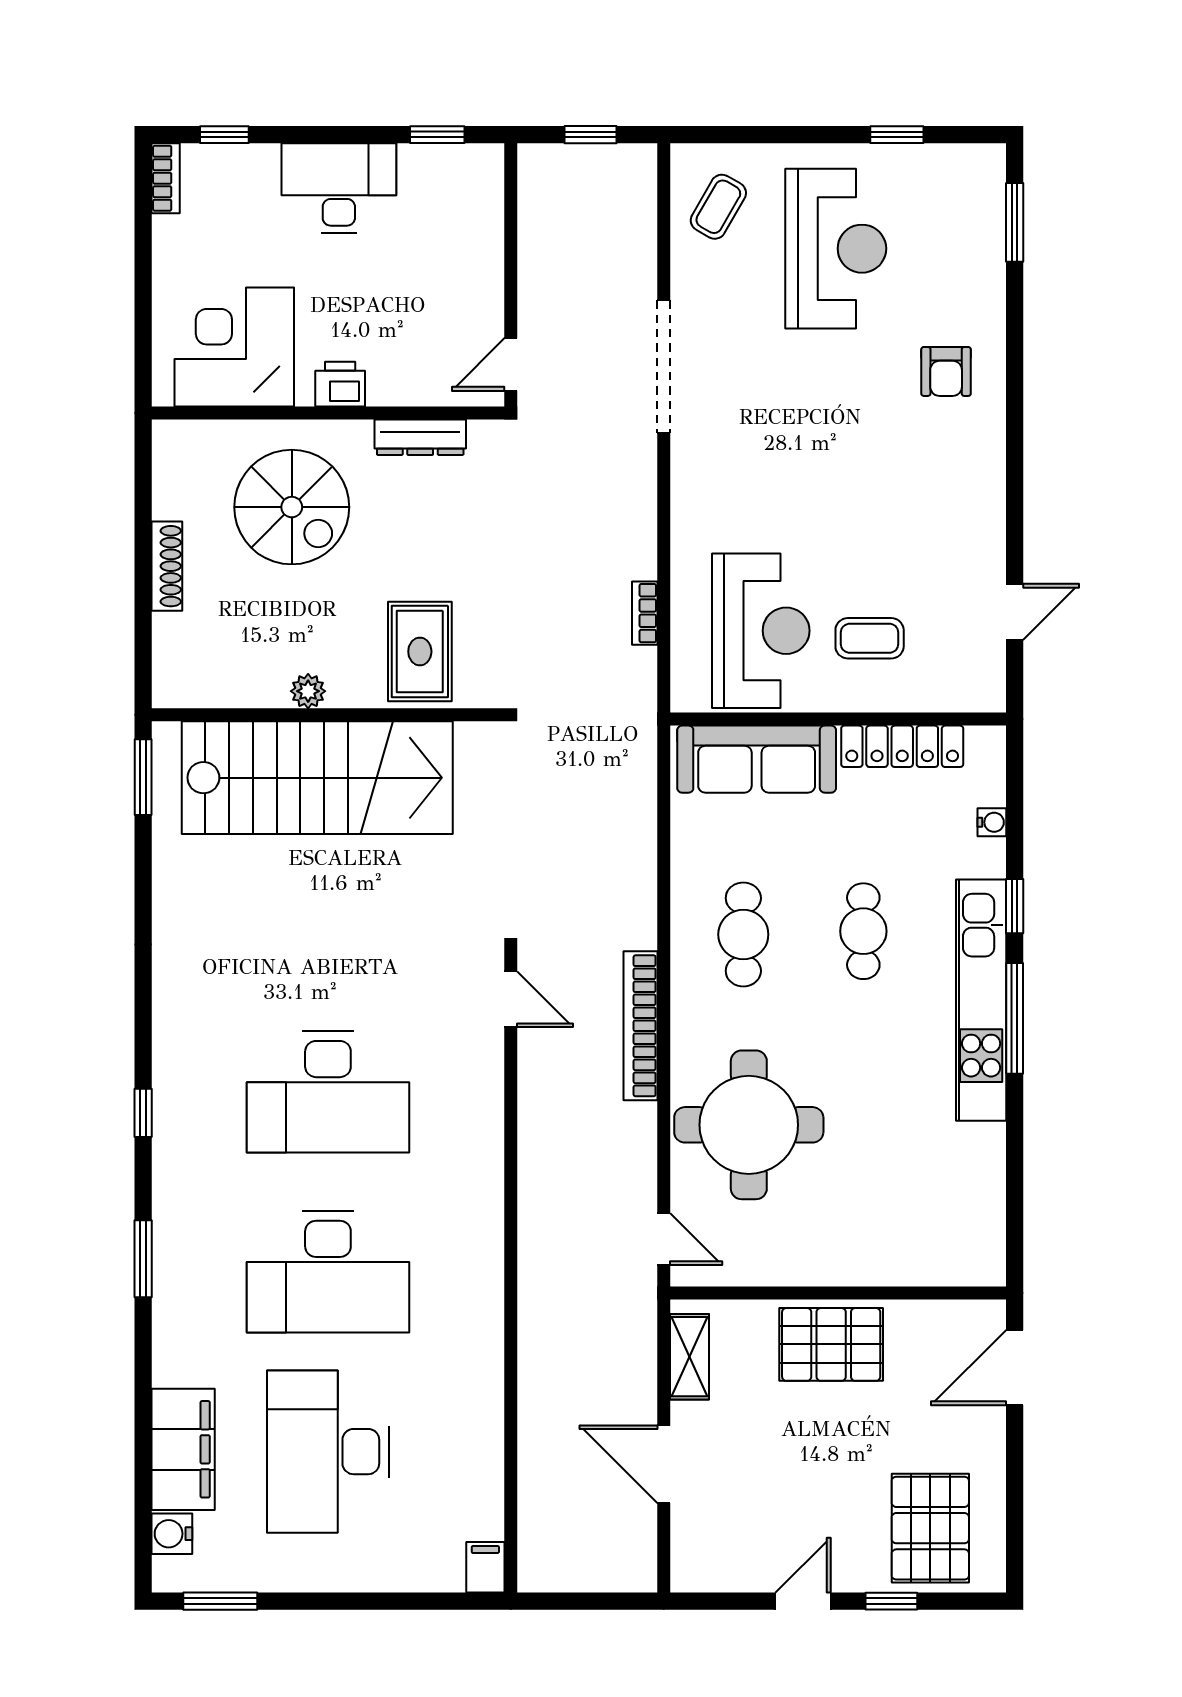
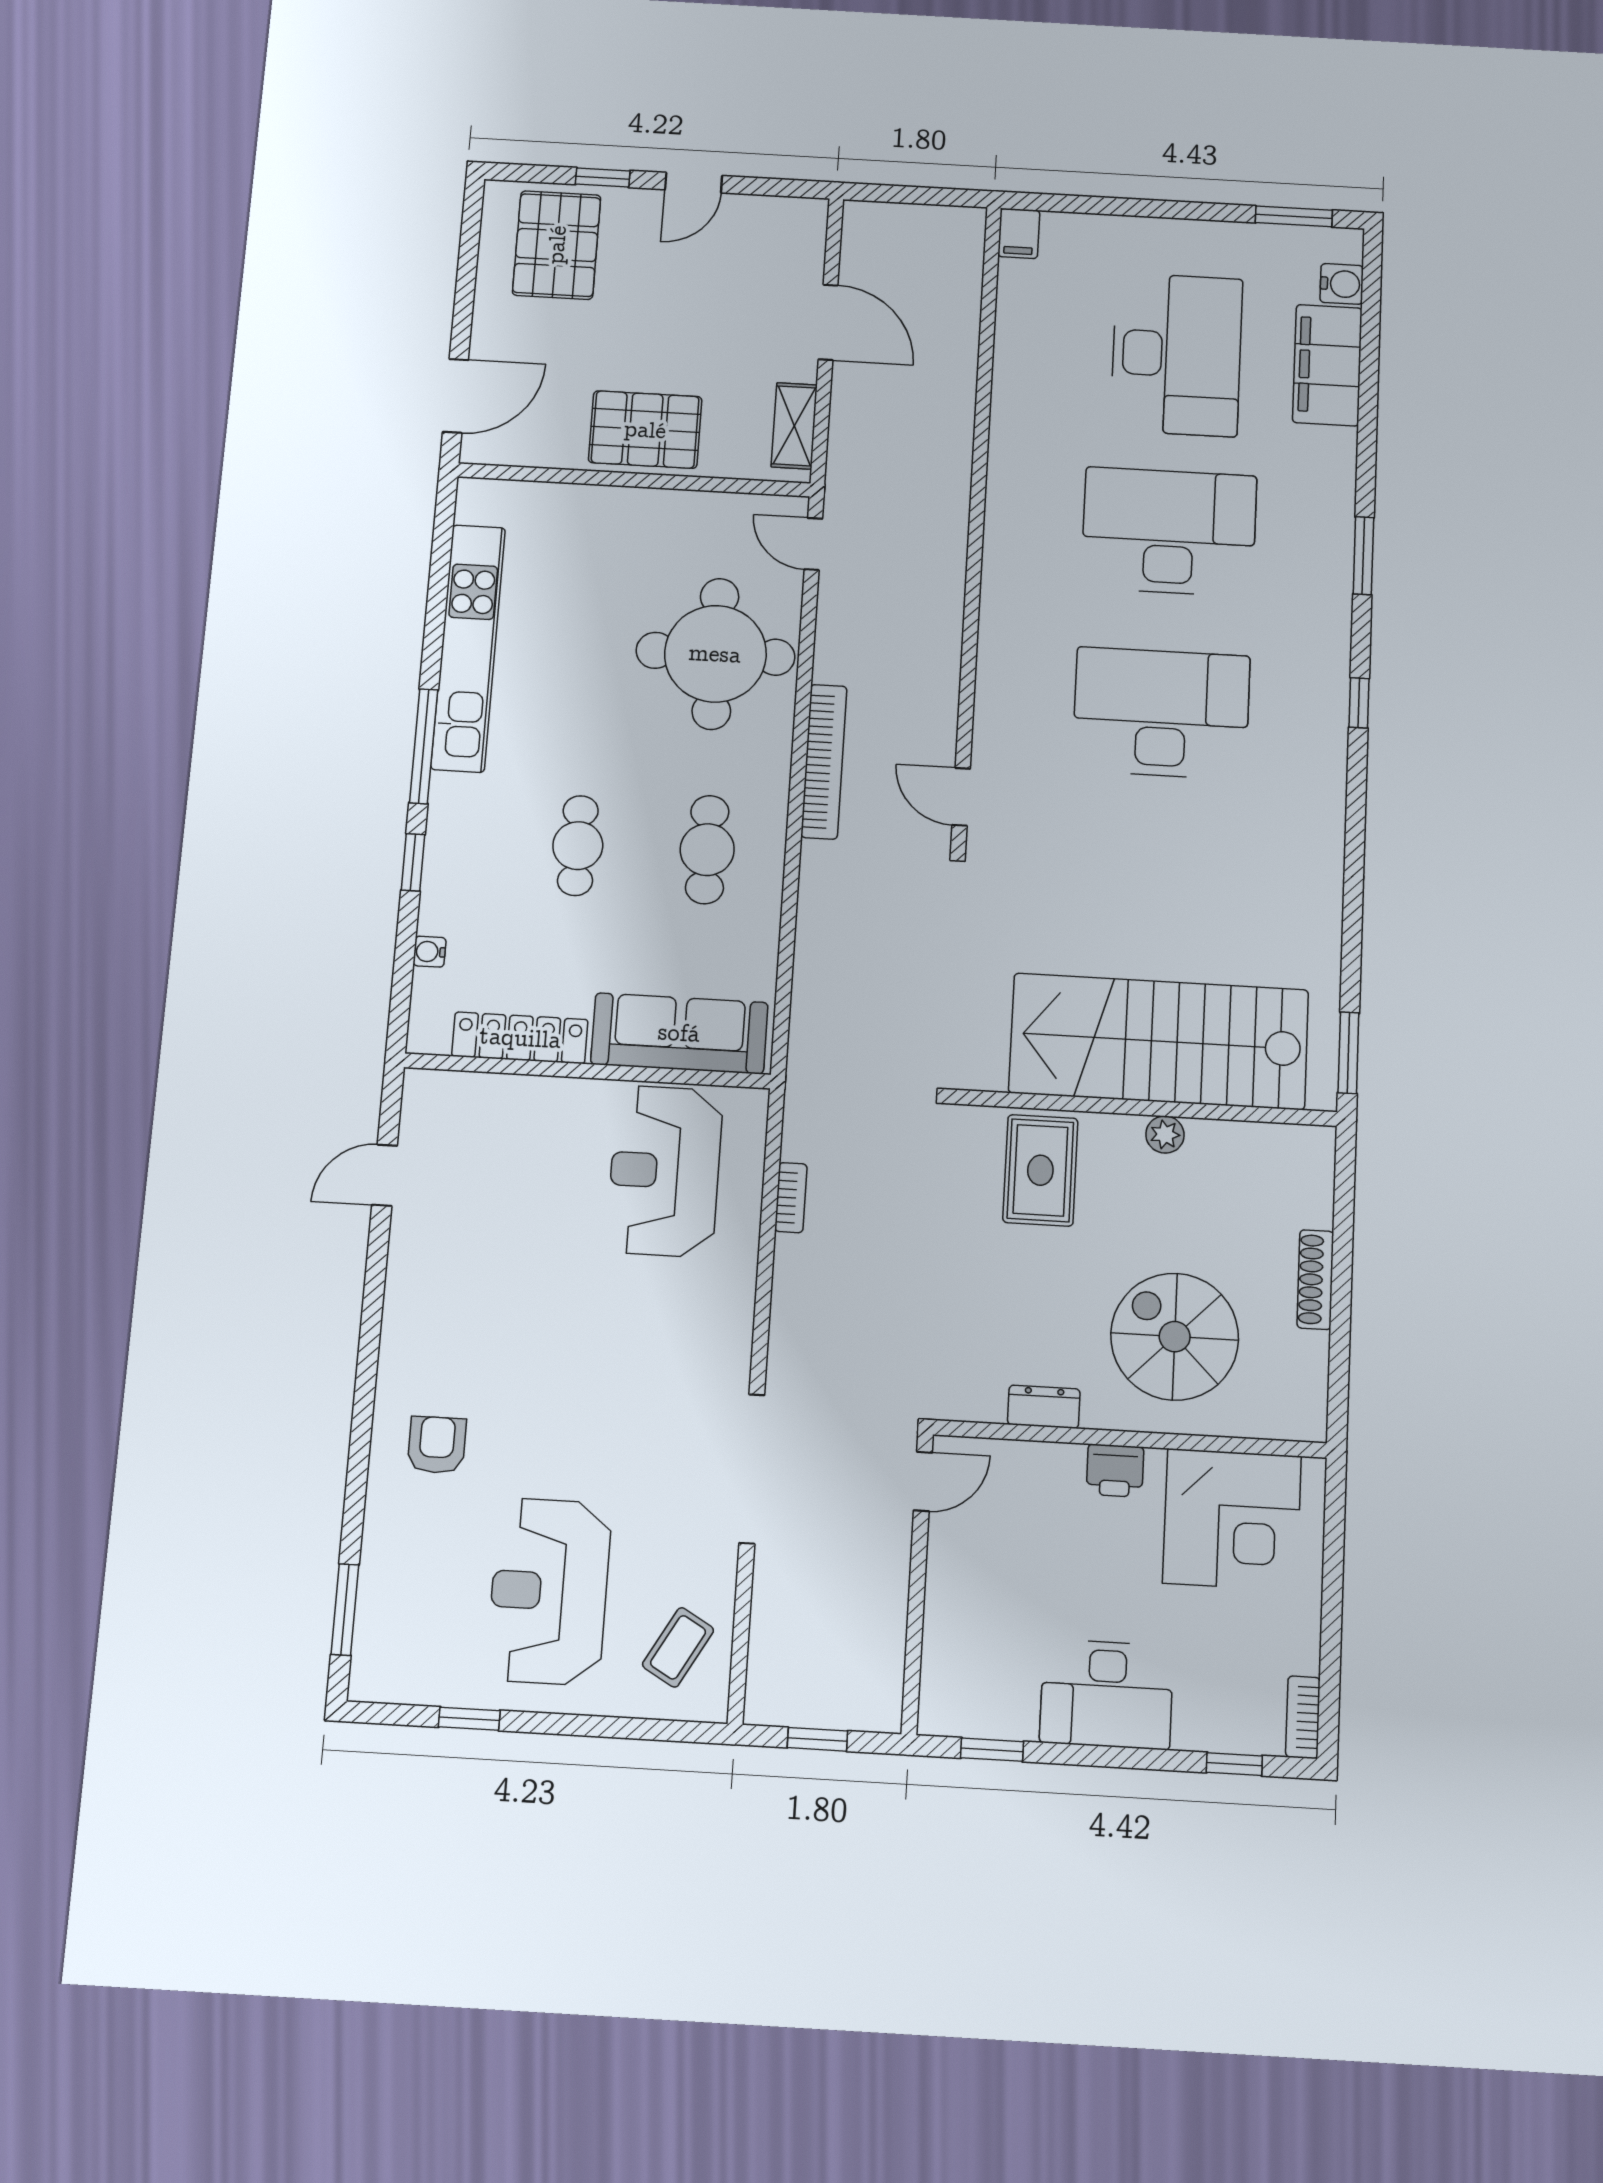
dresser: (420, 437) -> (1044, 1407), width x0.70
coffee table: (870, 638) -> (546, 1156), removed
kitchen unit: (981, 1000) -> (468, 648), moved

